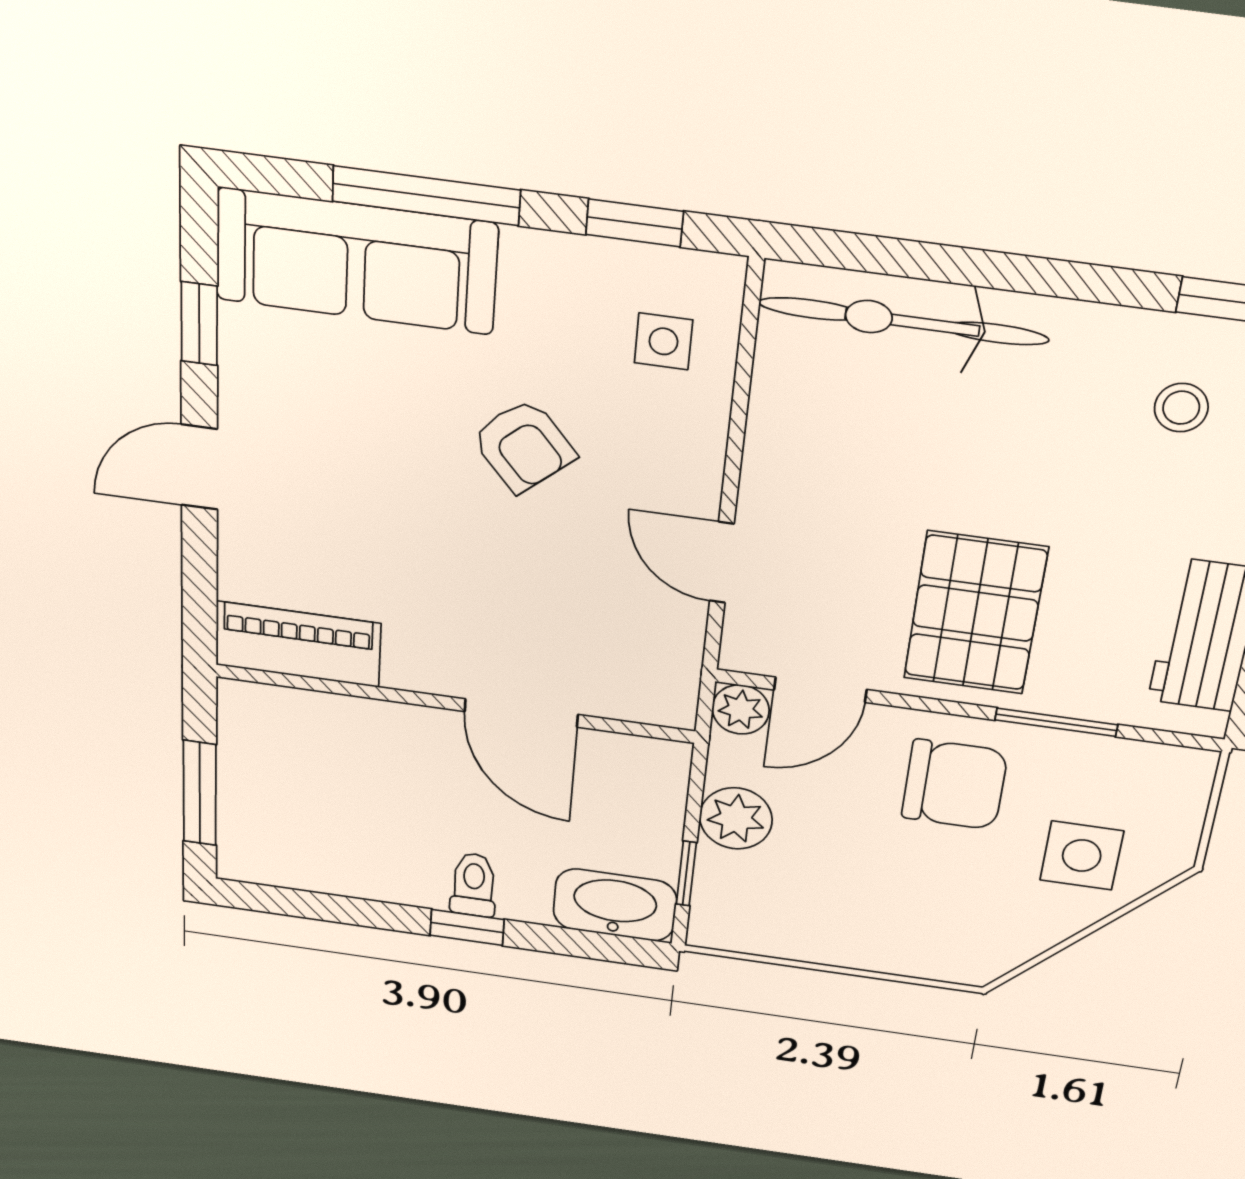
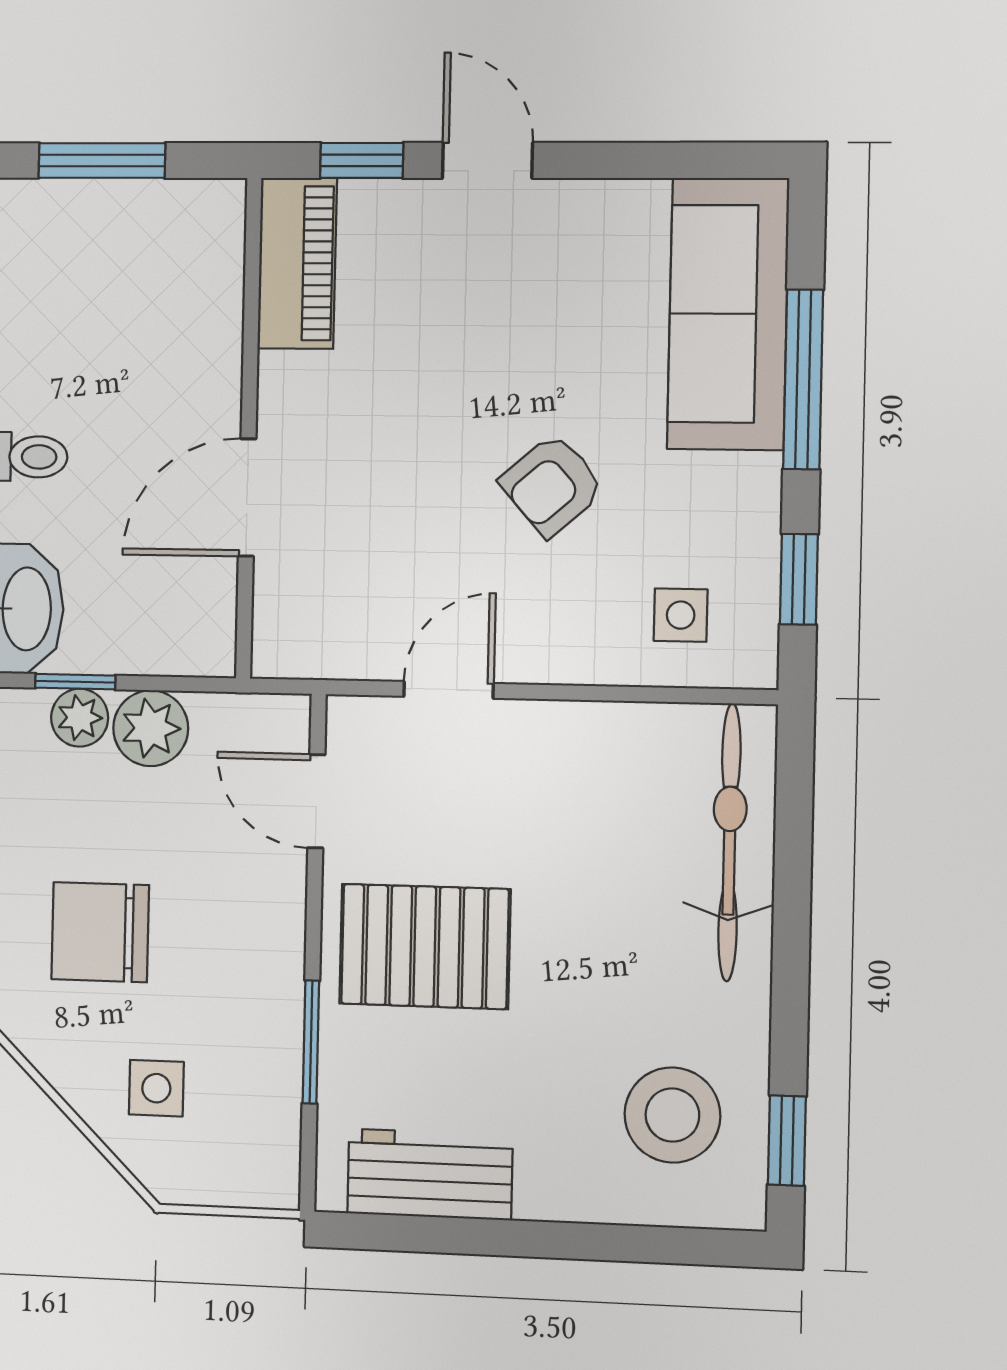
window: (199, 324) -> (362, 160), moved
stool: (1181, 408) -> (672, 1115), width x1.89, depth x1.89
plant: (741, 710) -> (80, 718), moved
chair: (954, 785) -> (100, 932), moved, turned 90
side table: (1082, 856) -> (156, 1088), width x0.73, depth x0.73

